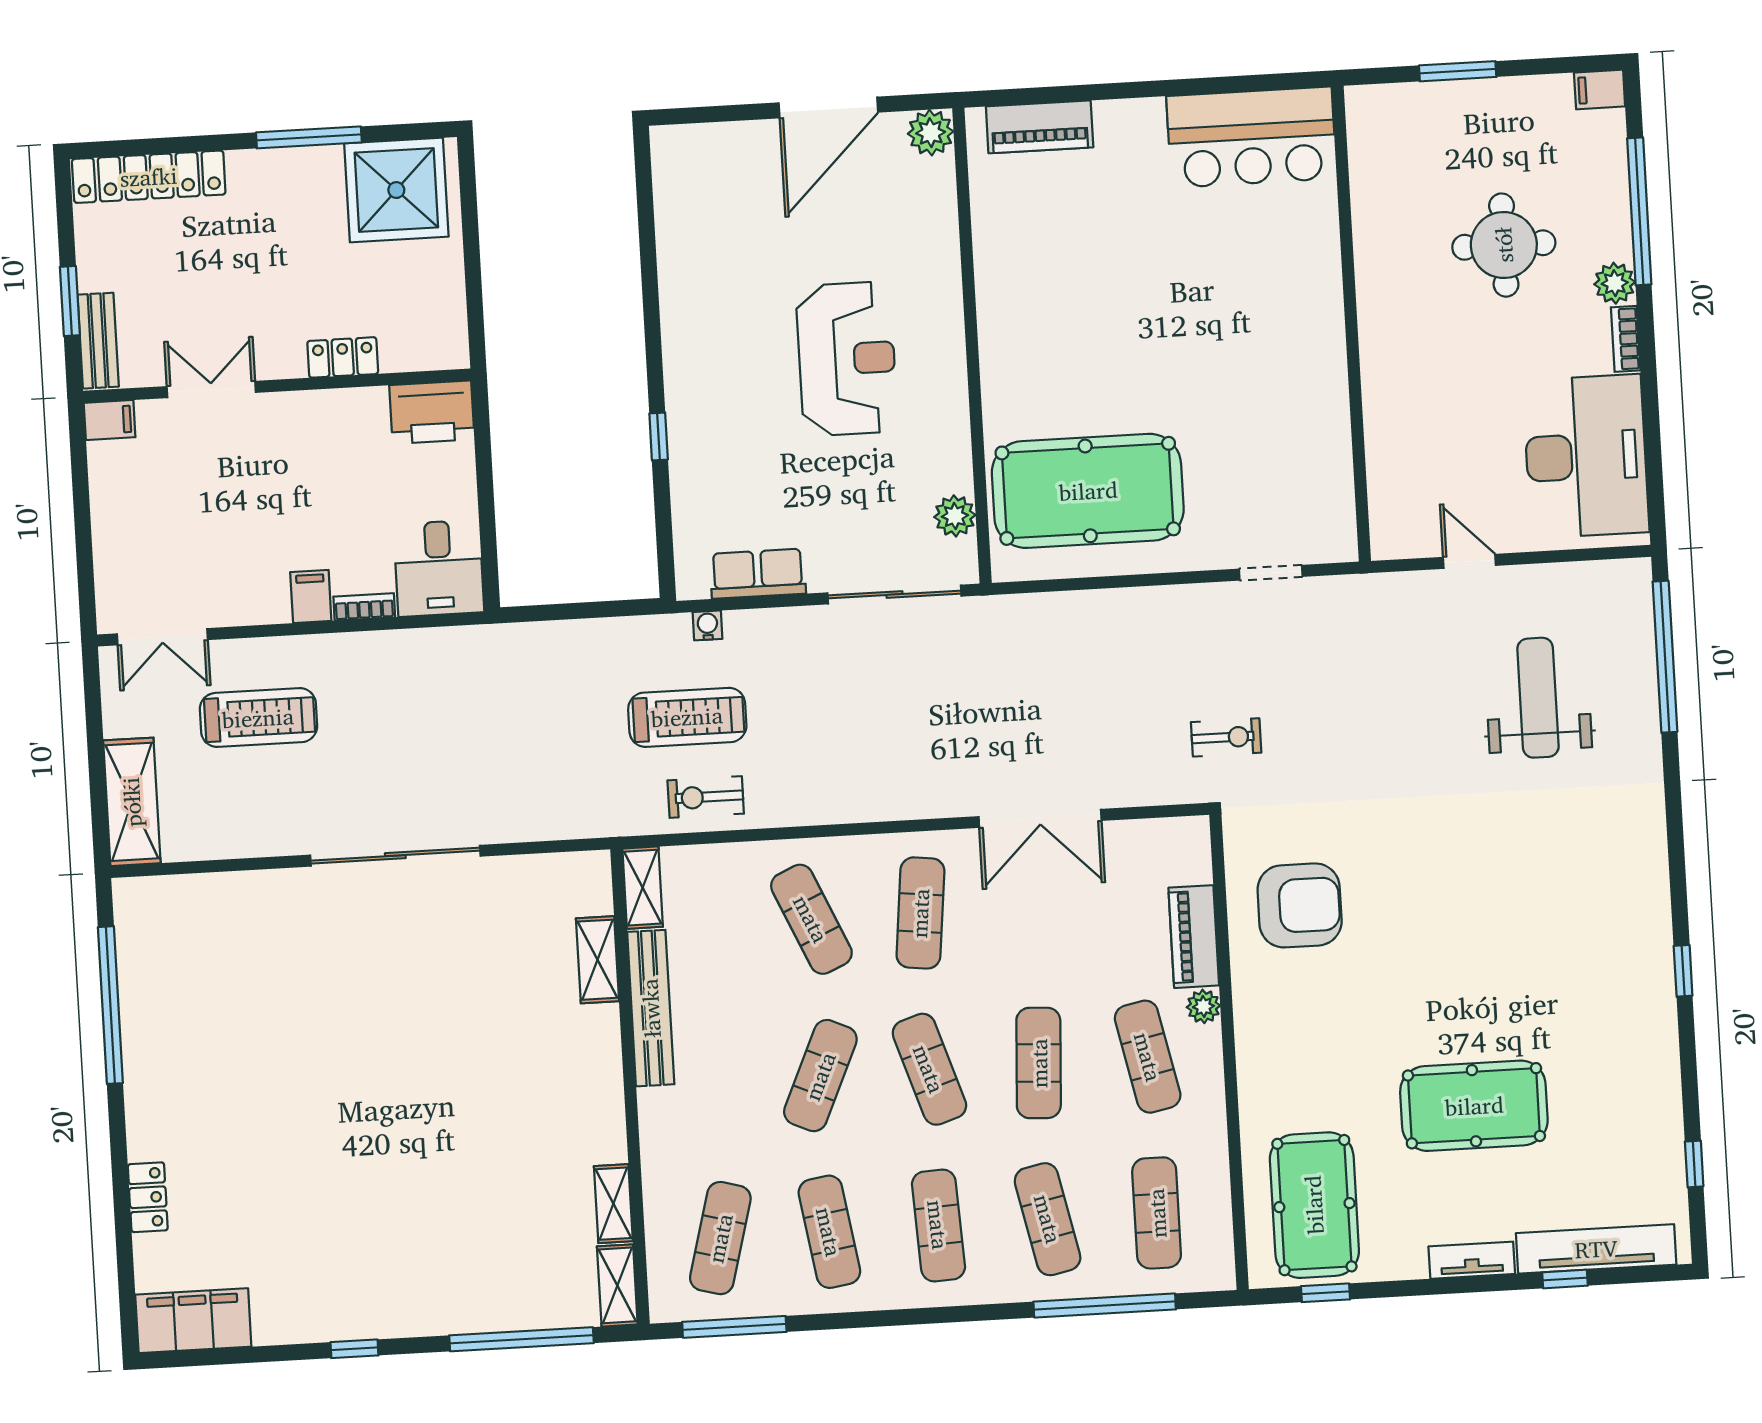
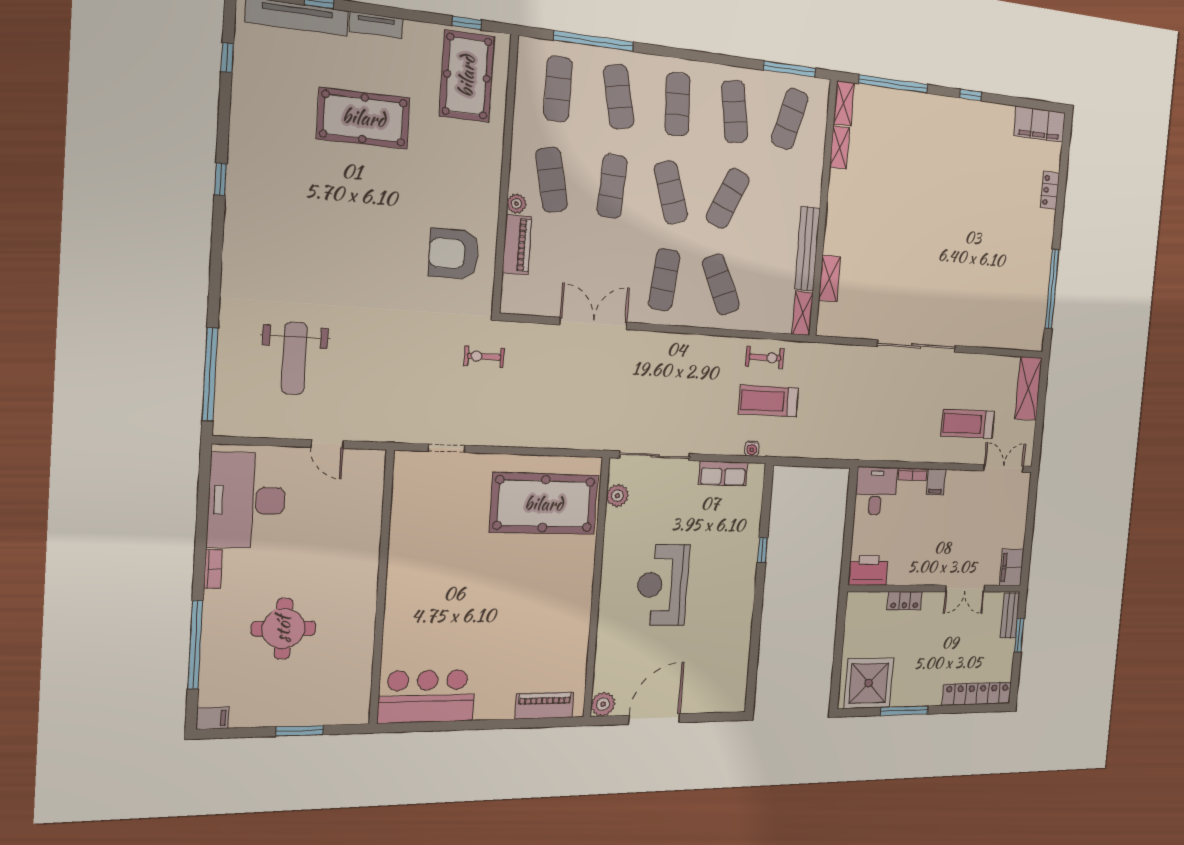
plant: (1615, 283) -> (216, 603), removed
filing cabinet: (110, 420) -> (1012, 567), width x2.00

